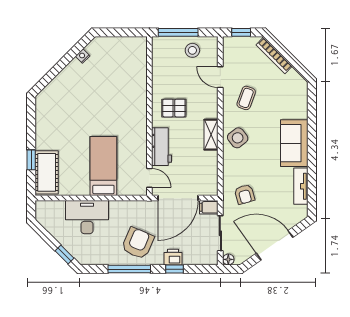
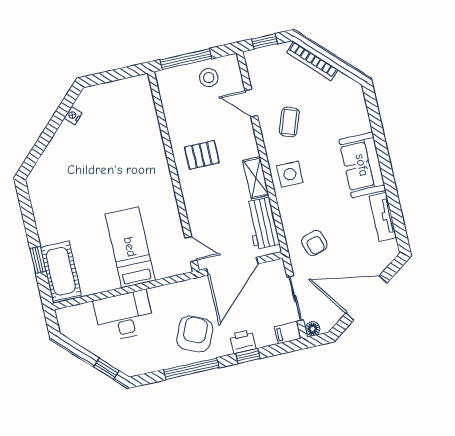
side table: (238, 138) -> (290, 174), turned 38
workbench: (162, 147) -> (262, 223), moved, turned 180
filing cabinet: (209, 207) -> (288, 333), moved

